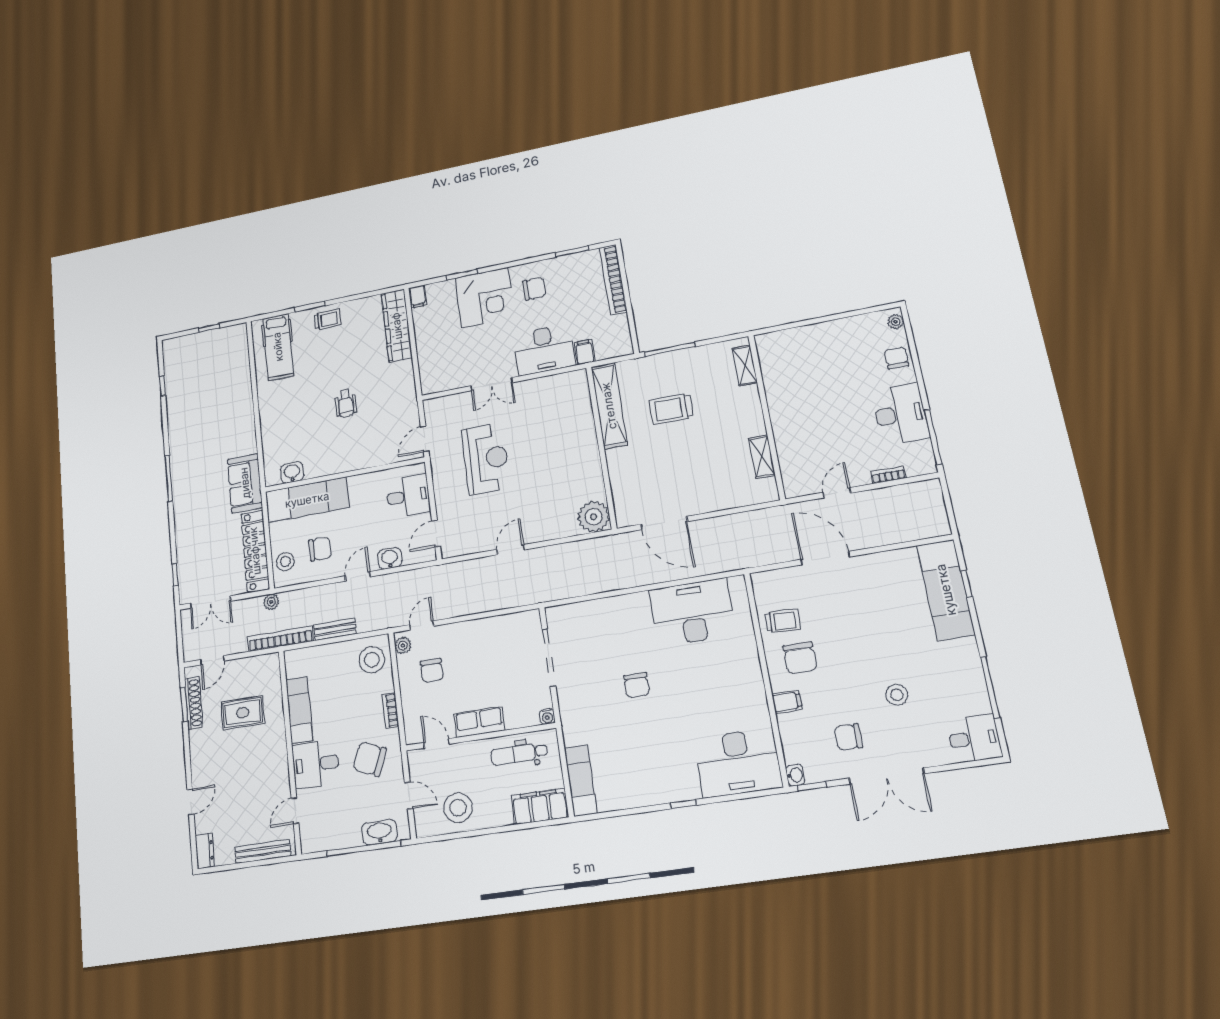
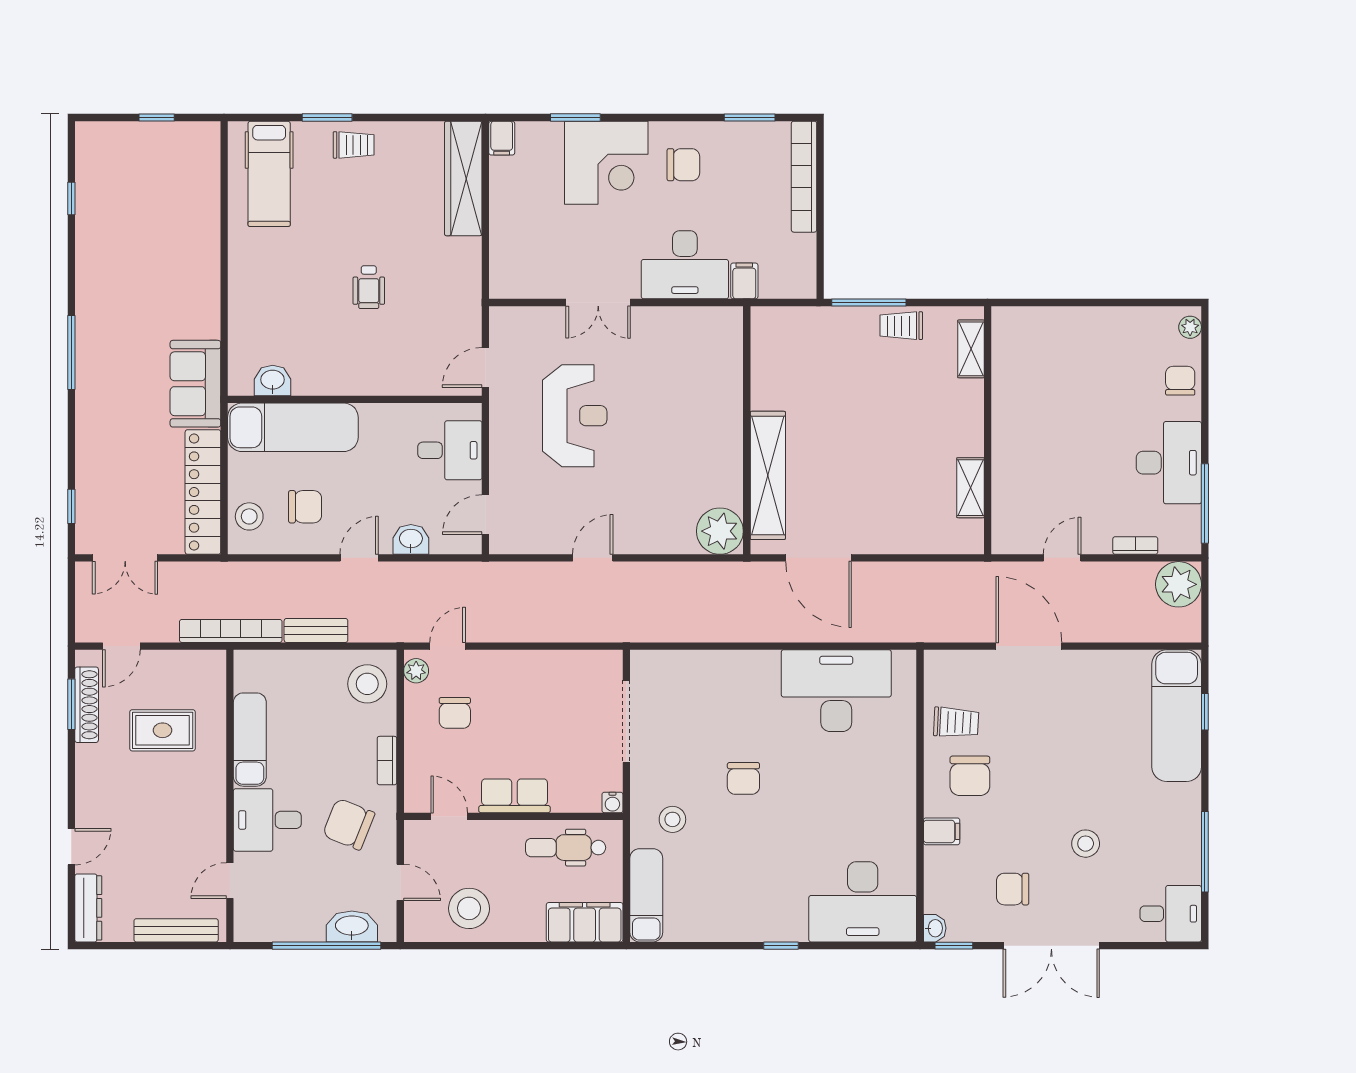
shelving: (609, 406) -> (768, 475), moved
trolley: (671, 409) -> (901, 326), moved, width x0.73, depth x0.72
plant: (271, 602) -> (1178, 584), moved, width x1.88, depth x1.88
stool: (591, 722) -> (672, 819), added
dresser: (205, 851) -> (88, 908), width x1.44

